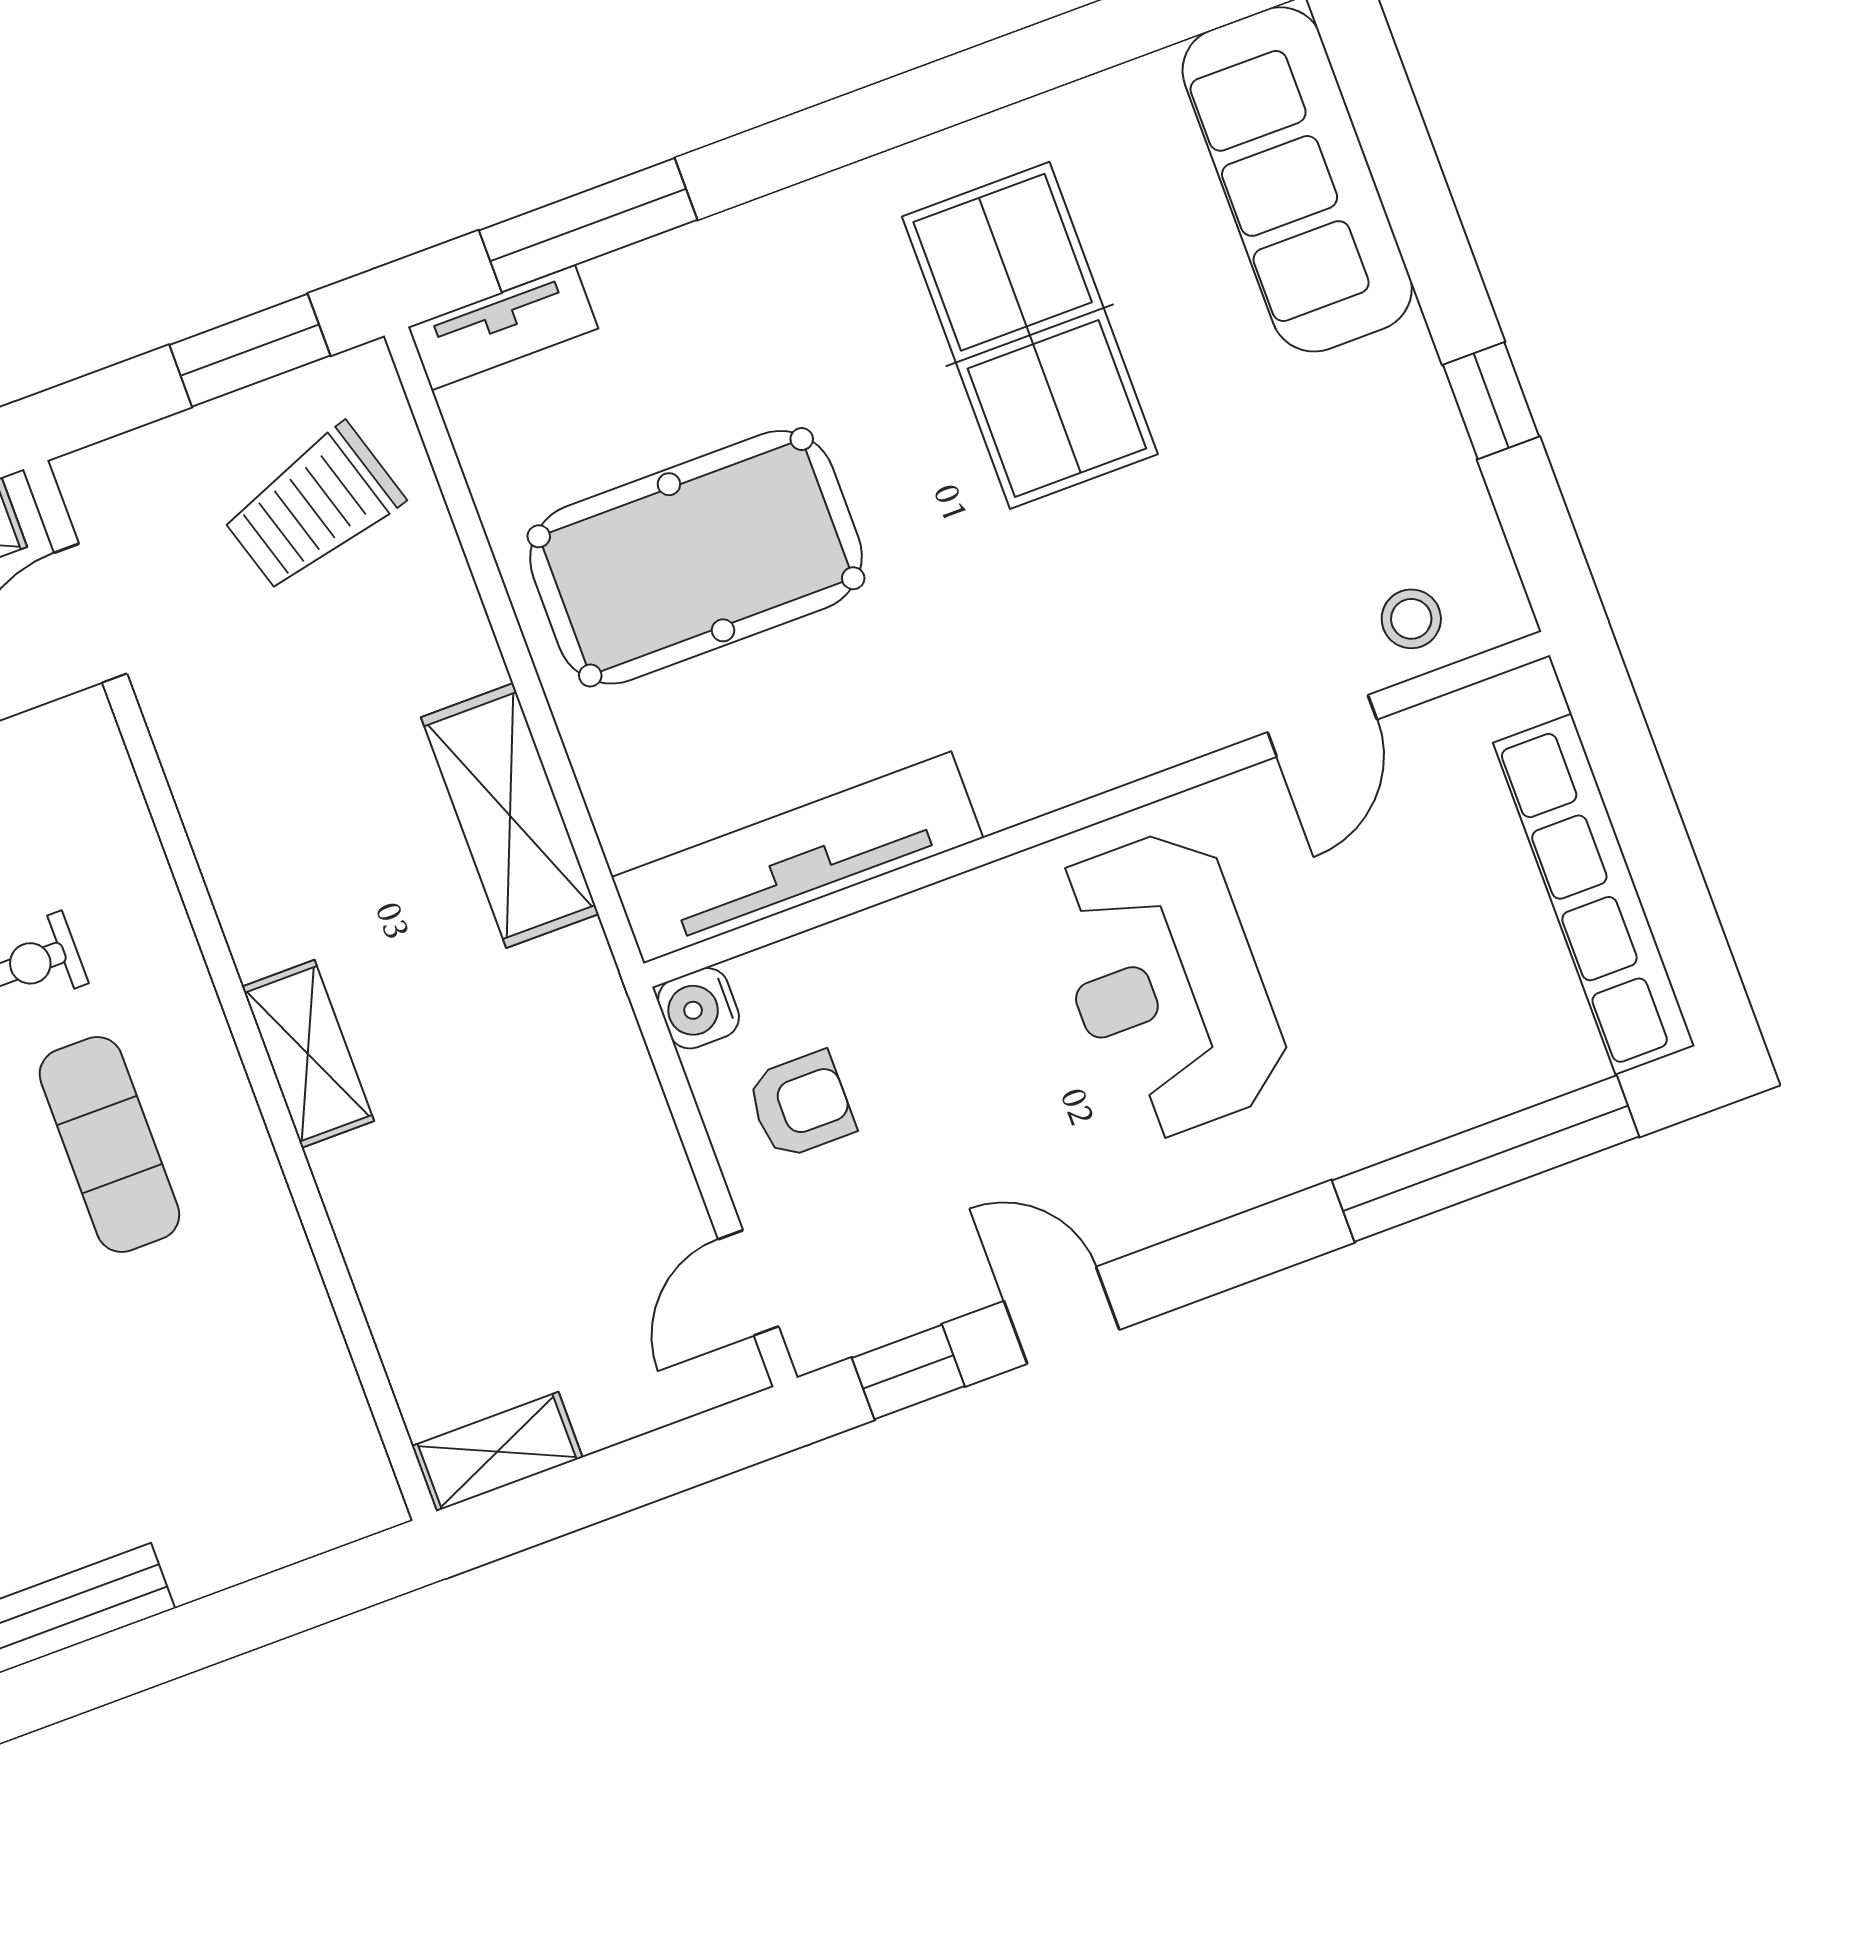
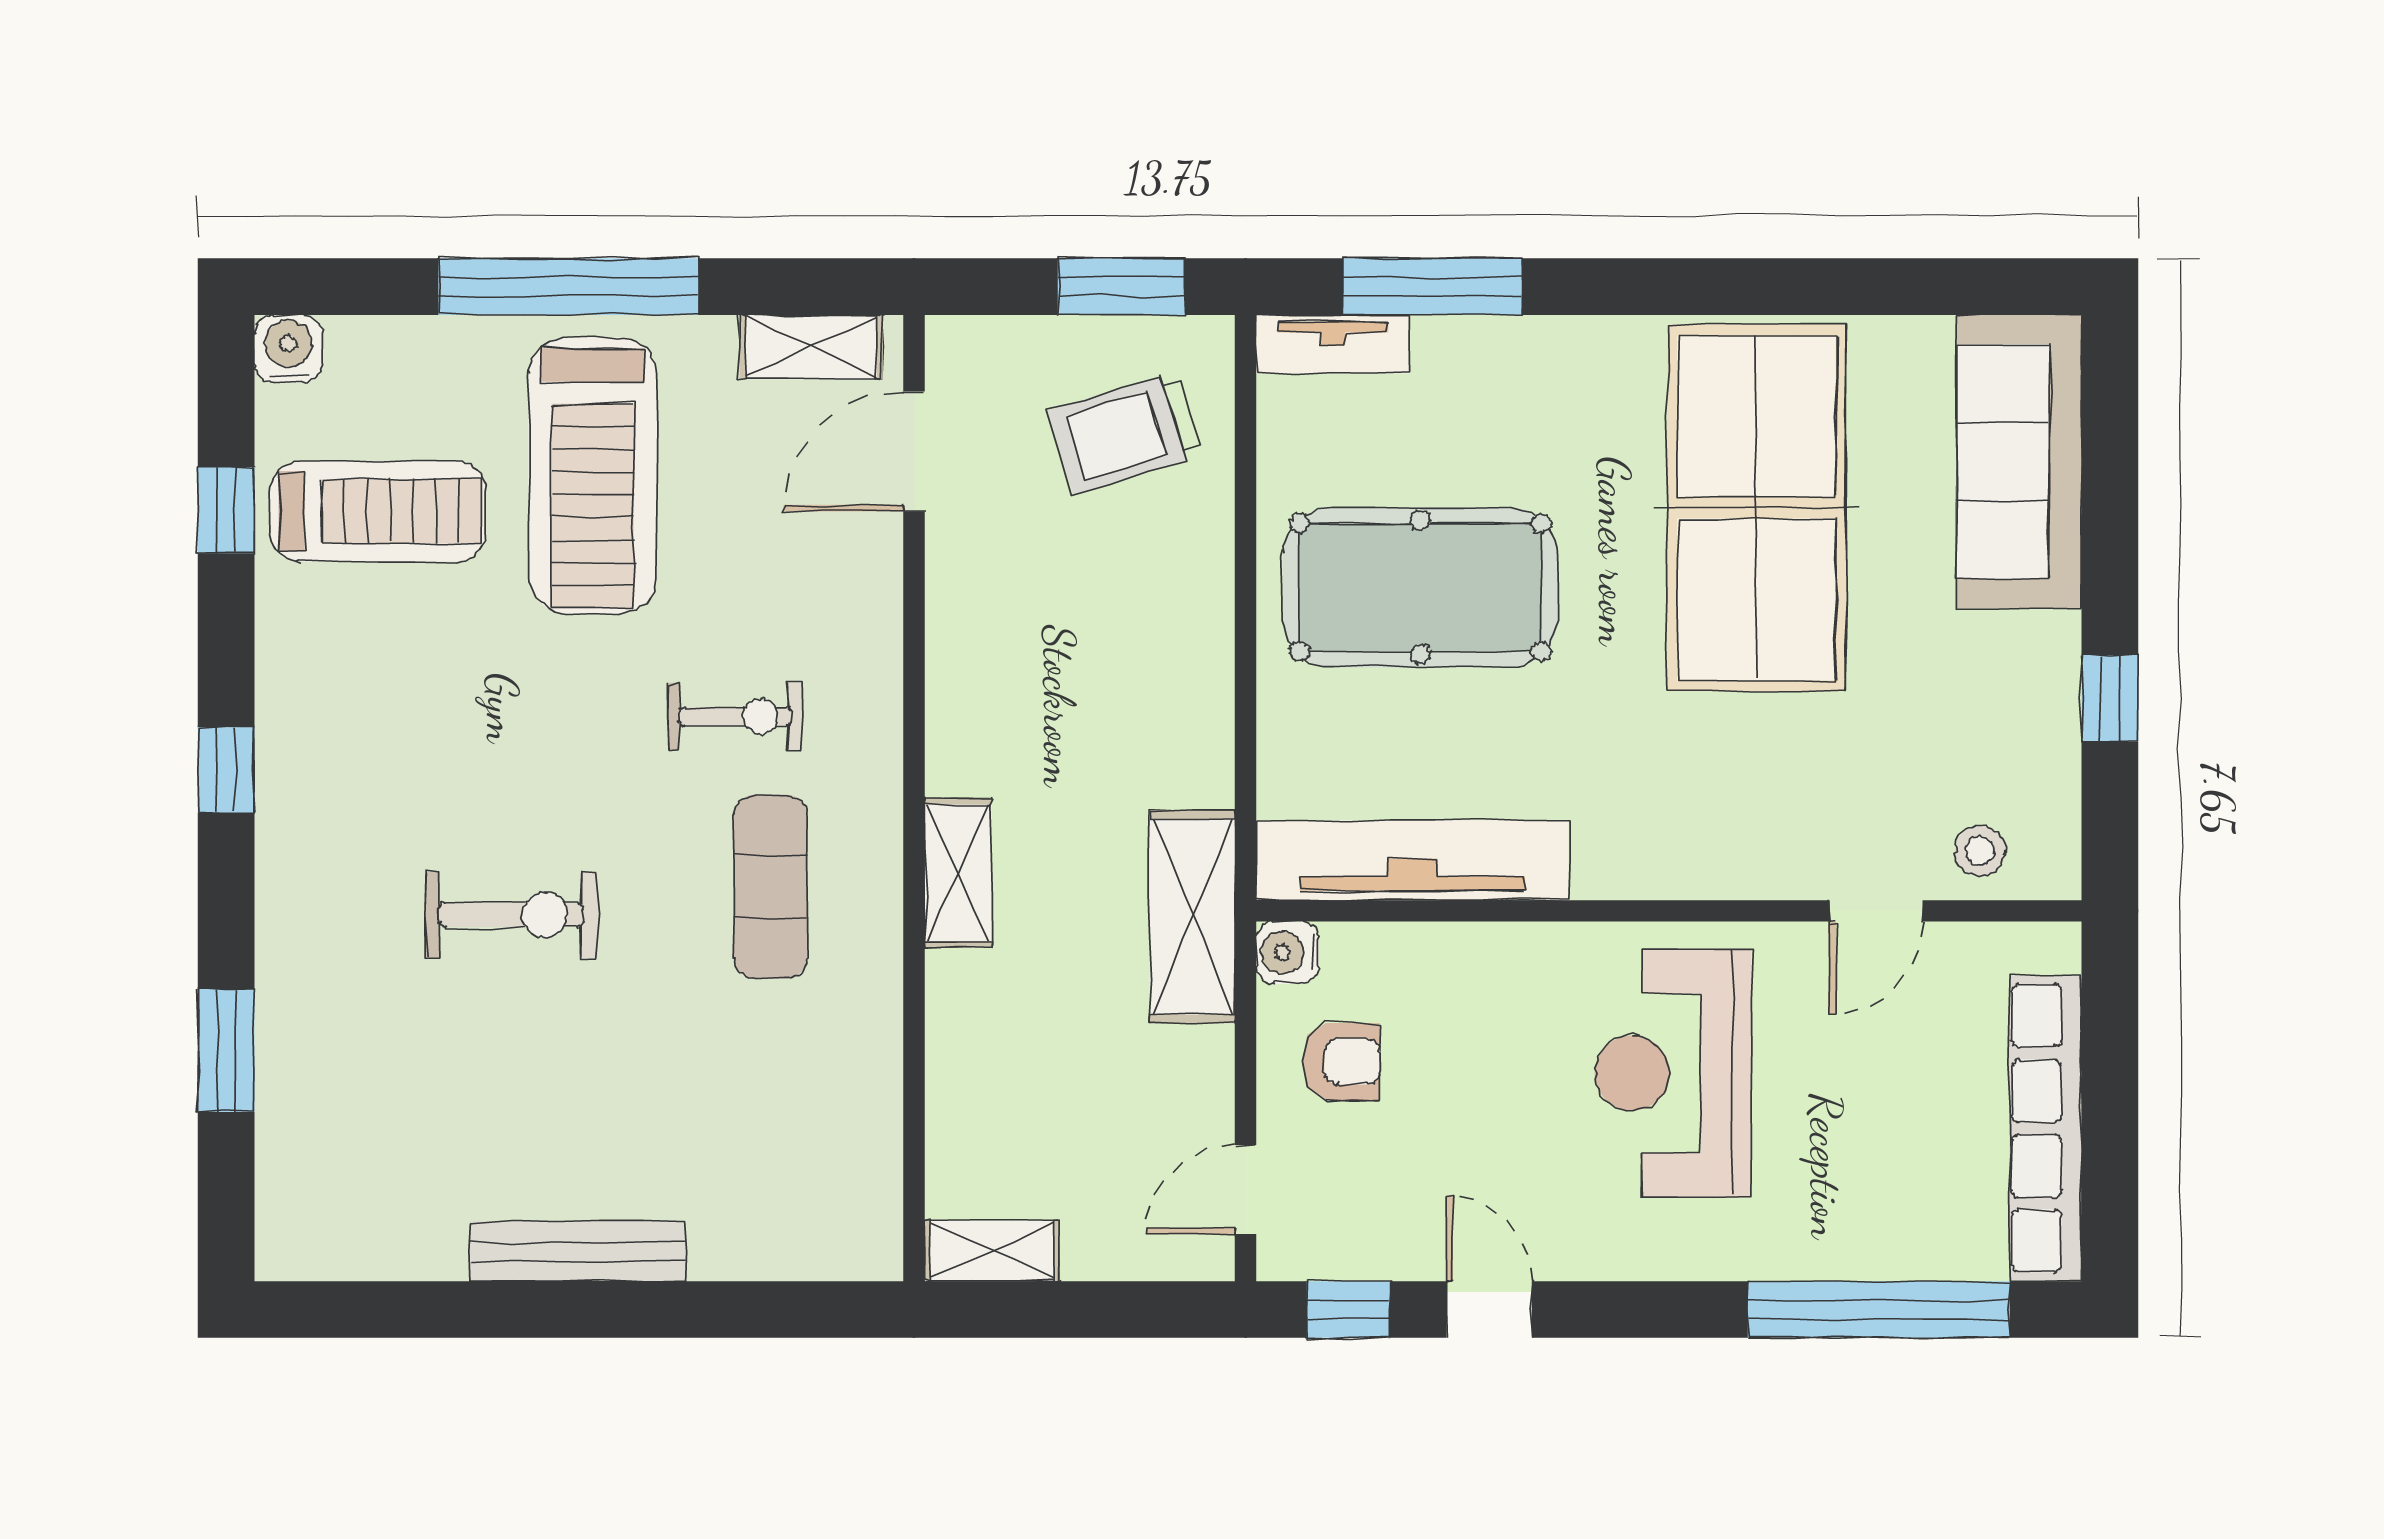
table tennis table: (1030, 335) -> (1756, 508), width x1.36, depth x1.32
shelving: (510, 816) -> (1192, 917), moved

